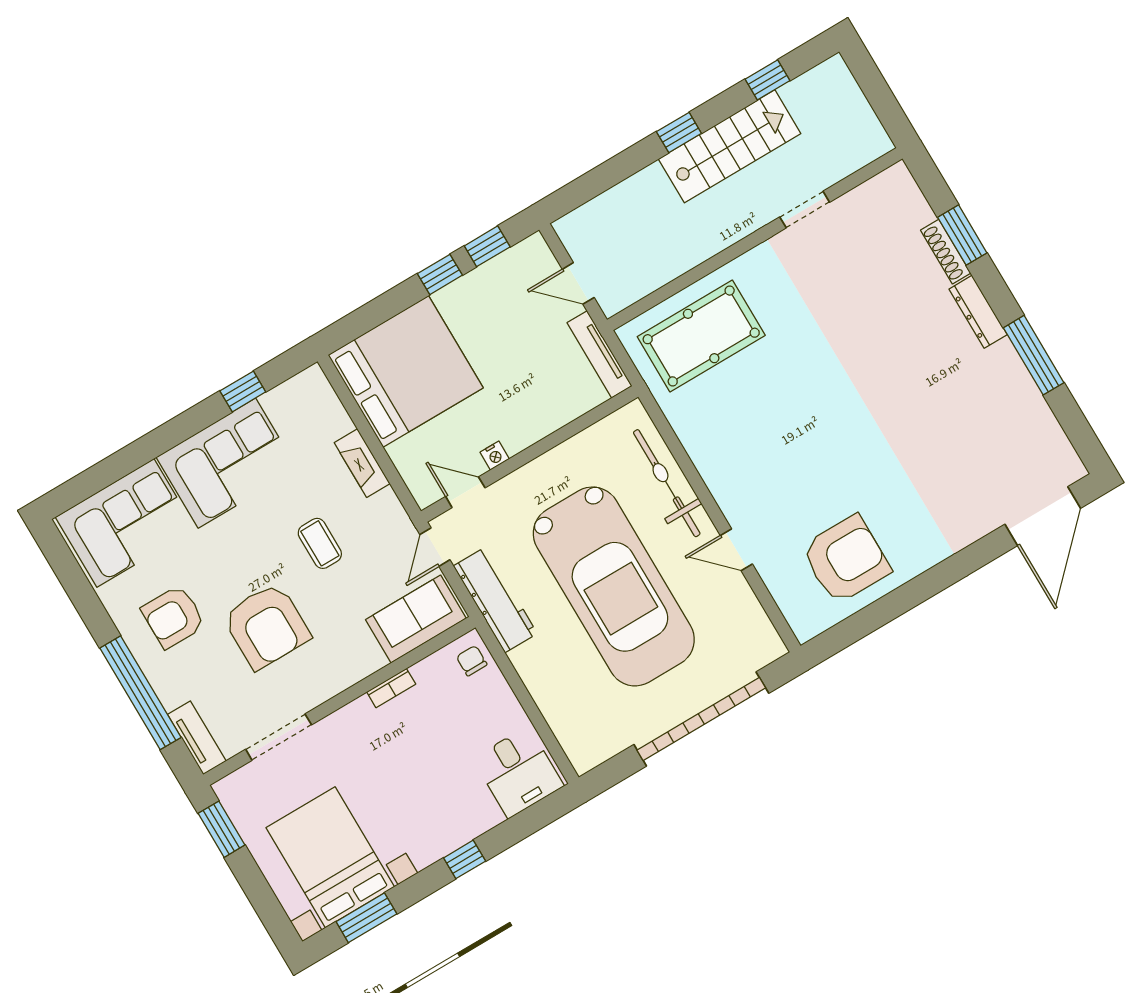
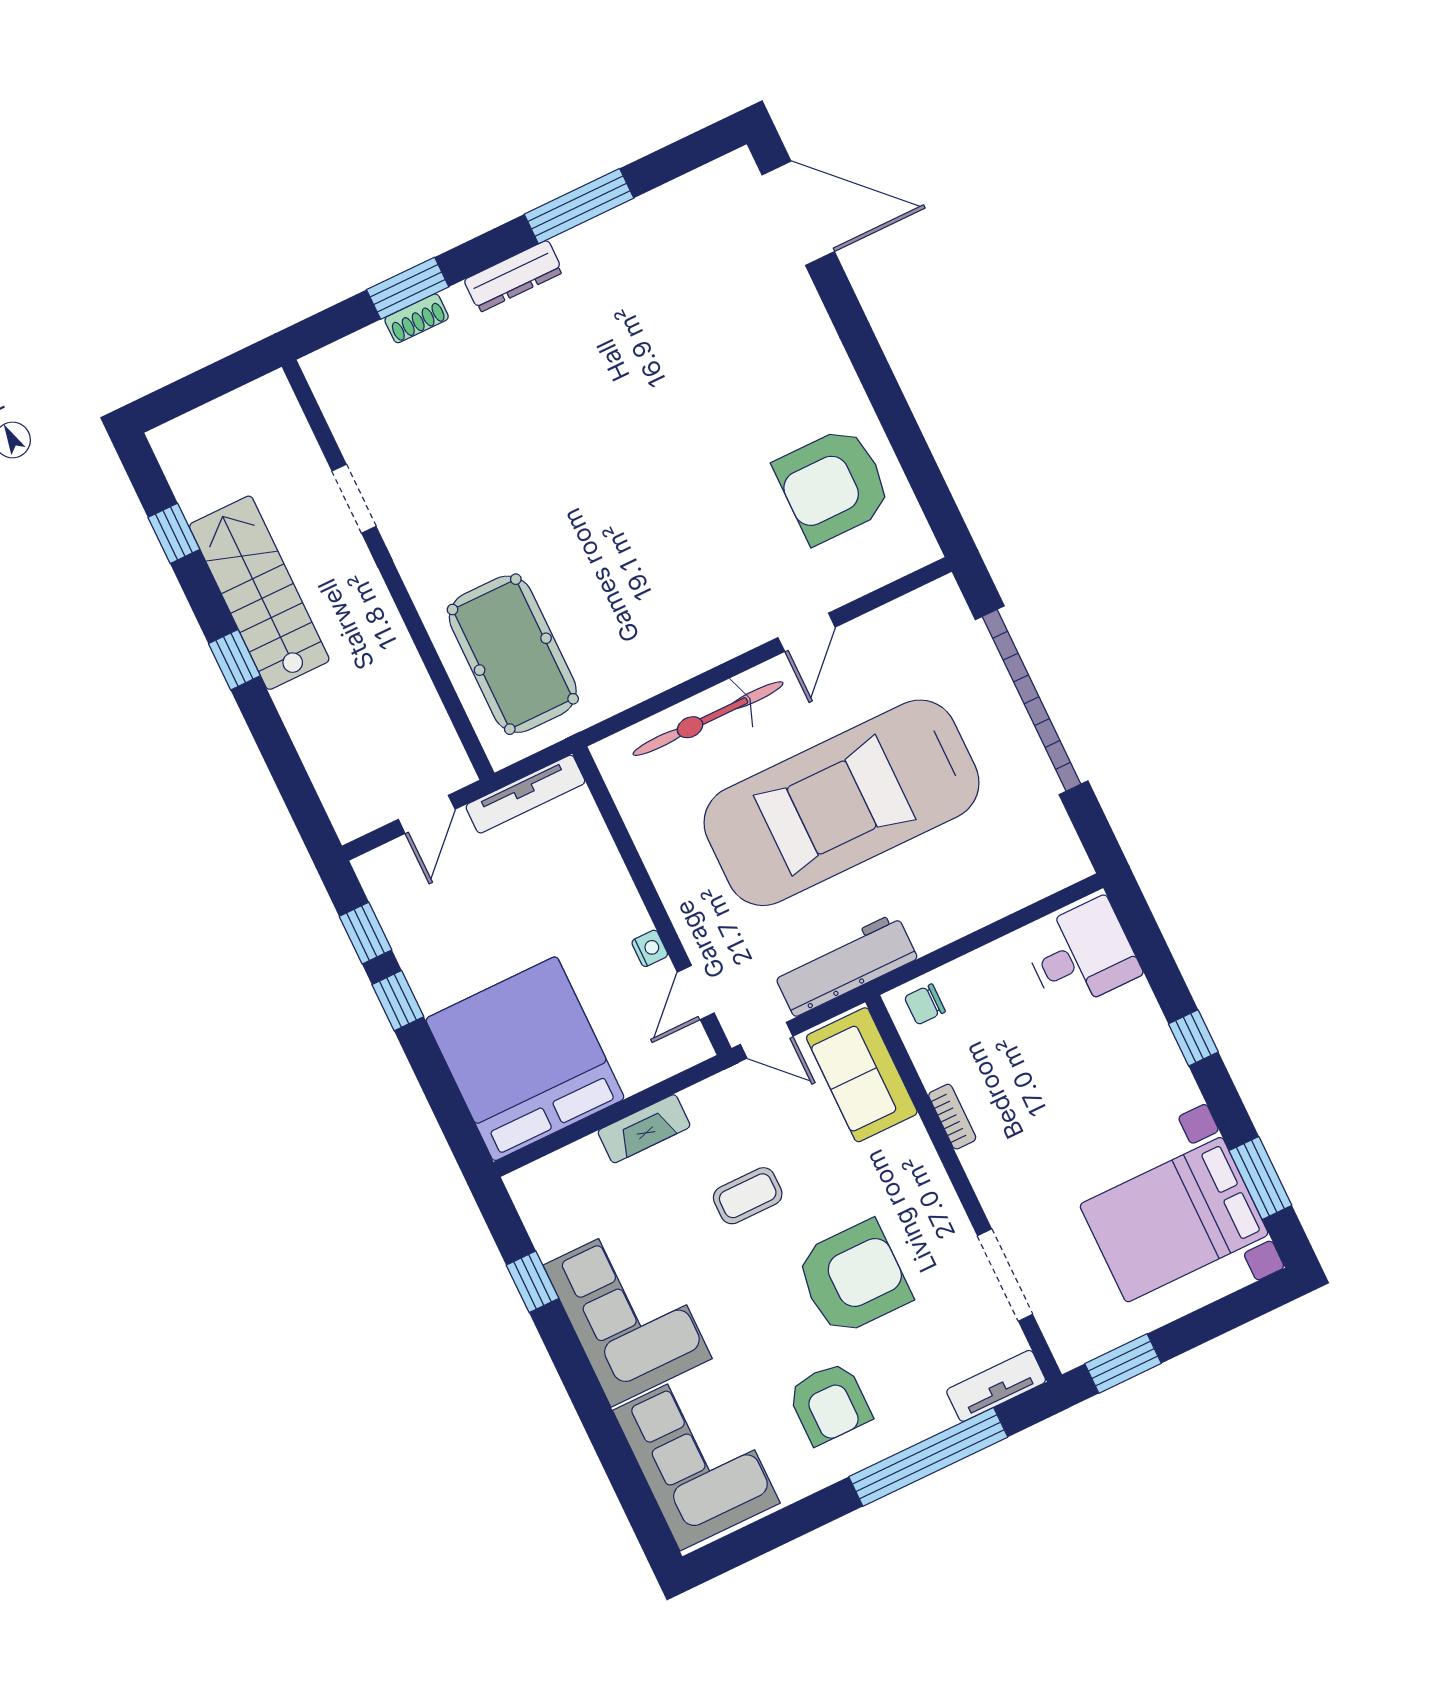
shoe rack: (946, 252) -> (417, 318), width x0.70
armchair: (846, 559) -> (833, 485), turned -90
car: (614, 586) -> (842, 803), turned 180

